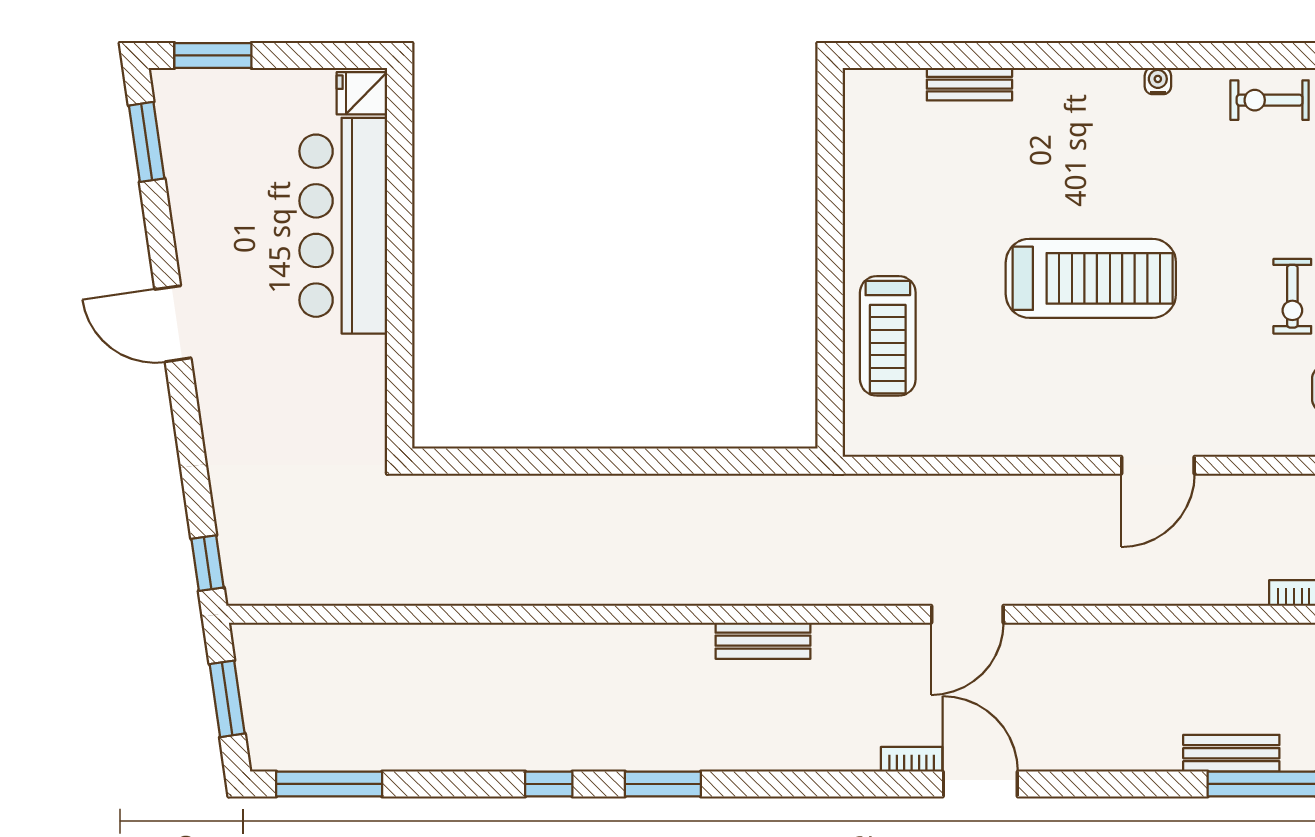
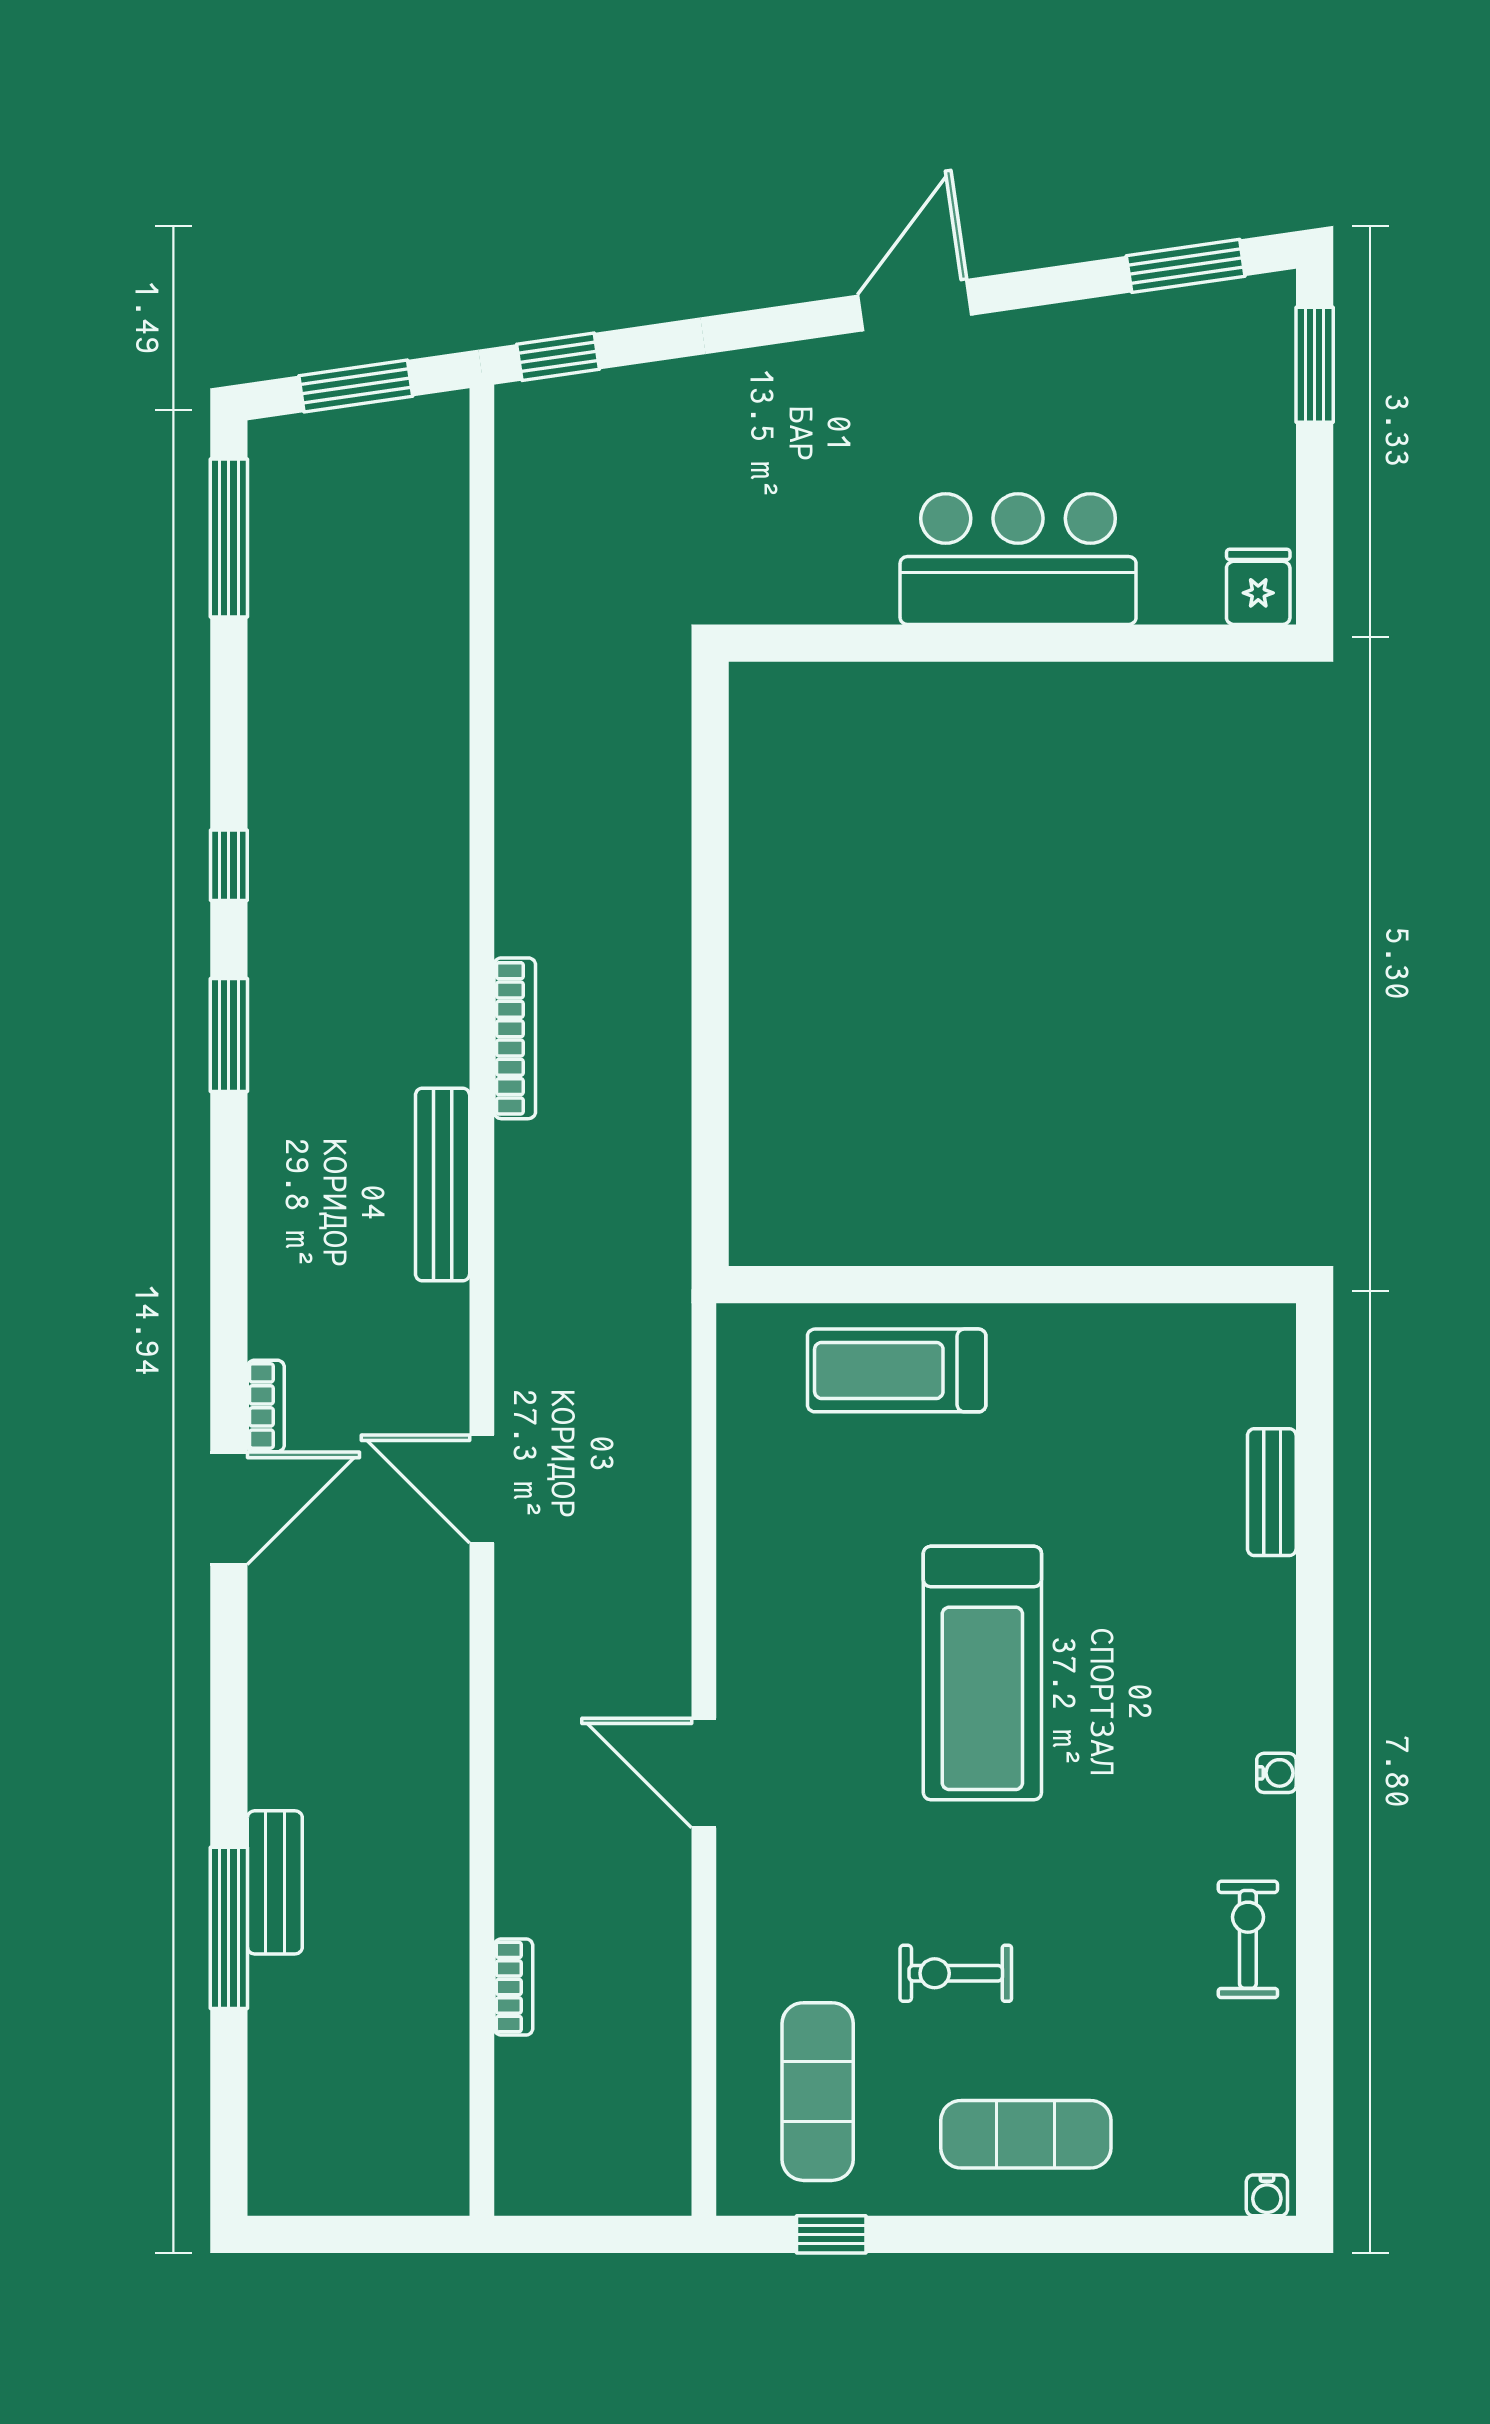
bar counter: (343, 226) -> (1018, 559), width x0.73
bookcase: (665, 592) -> (515, 1038), added
bench: (763, 641) -> (443, 1184), width x1.36

